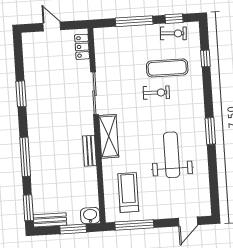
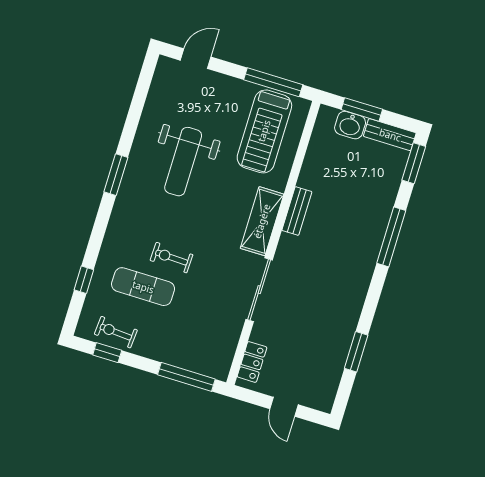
window: (134, 21) -> (186, 377), moved
window: (21, 94) -> (356, 352), moved
treadmill: (128, 192) -> (264, 131), width x1.37, depth x1.38
washbasin: (90, 216) -> (350, 125), moved

